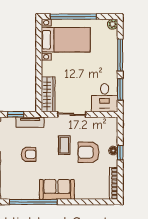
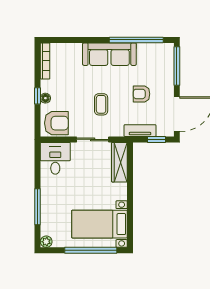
window: (120, 89) -> (38, 168), removed
armchair: (89, 152) -> (56, 123), moved
sofa: (57, 189) -> (109, 54), width x1.36

